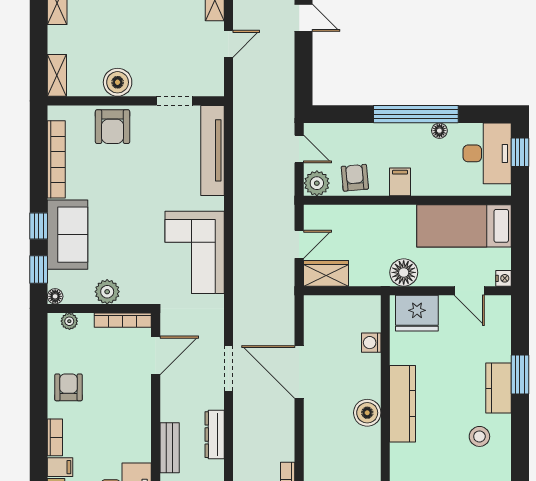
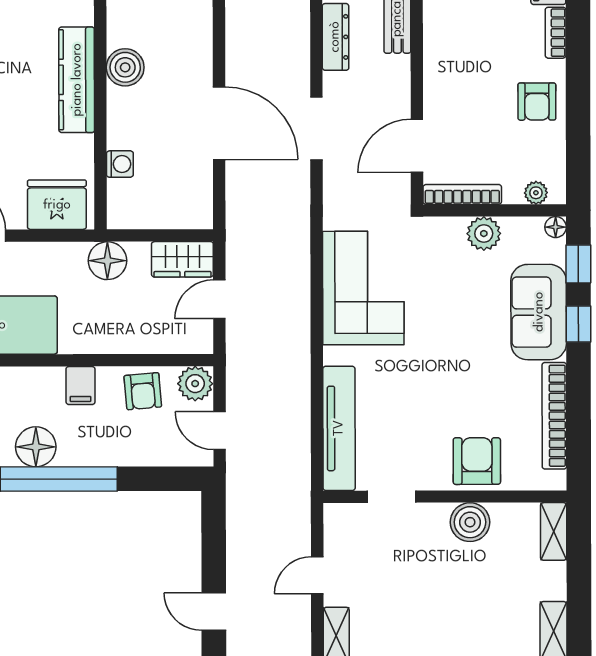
floor lamp: (439, 131) -> (36, 447), width x1.89, depth x1.89
floor lamp: (404, 272) -> (107, 261), moved

